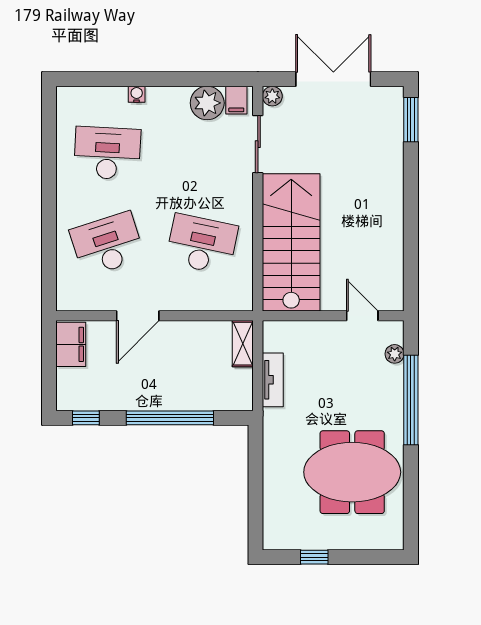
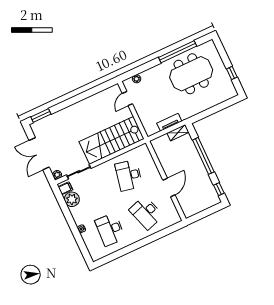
door: (138, 316) -> (169, 187), hinge flipped
filing cabinet: (71, 344) -> (193, 209), removed
shelving: (243, 344) -> (178, 133), moved
window: (411, 400) -> (178, 52), moved
meeting table: (352, 472) -> (191, 74), turned 90

